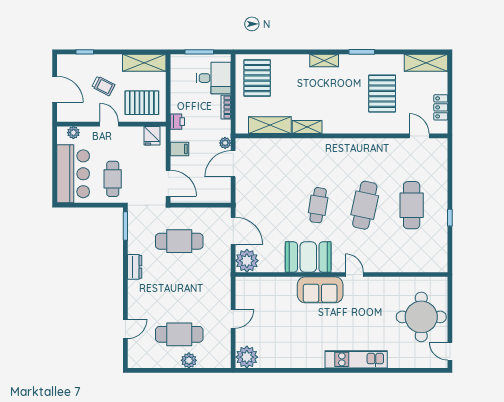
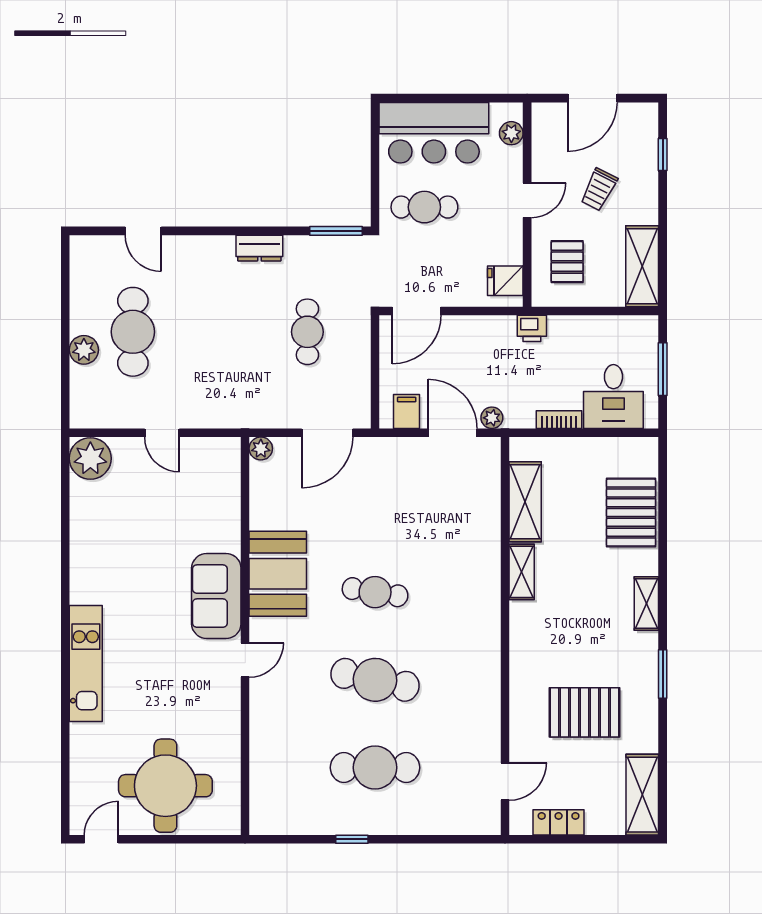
pallet: (257, 78) -> (631, 513), moved, turned 90
pallet: (142, 103) -> (567, 262), width x0.67, depth x0.71
filing cabinet: (180, 149) -> (407, 411), moved, turned 180
cafe table: (179, 241) -> (307, 332), width x0.73, depth x0.74
plant: (247, 261) -> (261, 448), width x0.53, depth x0.53

